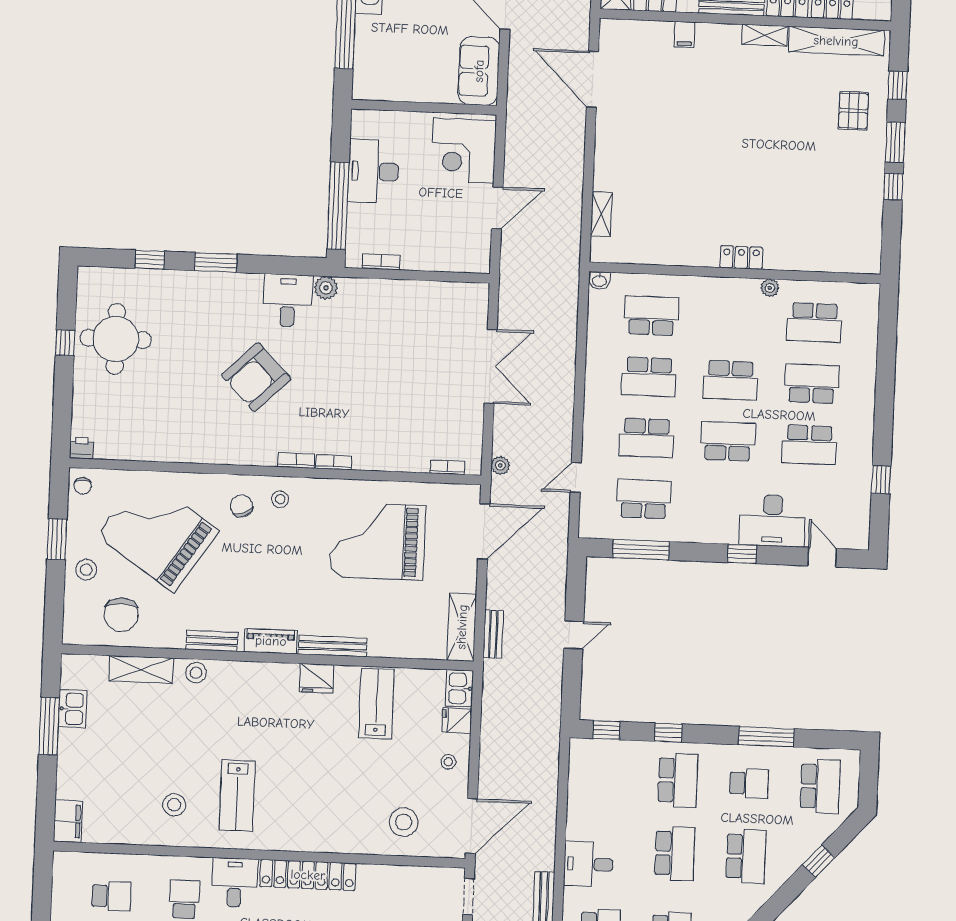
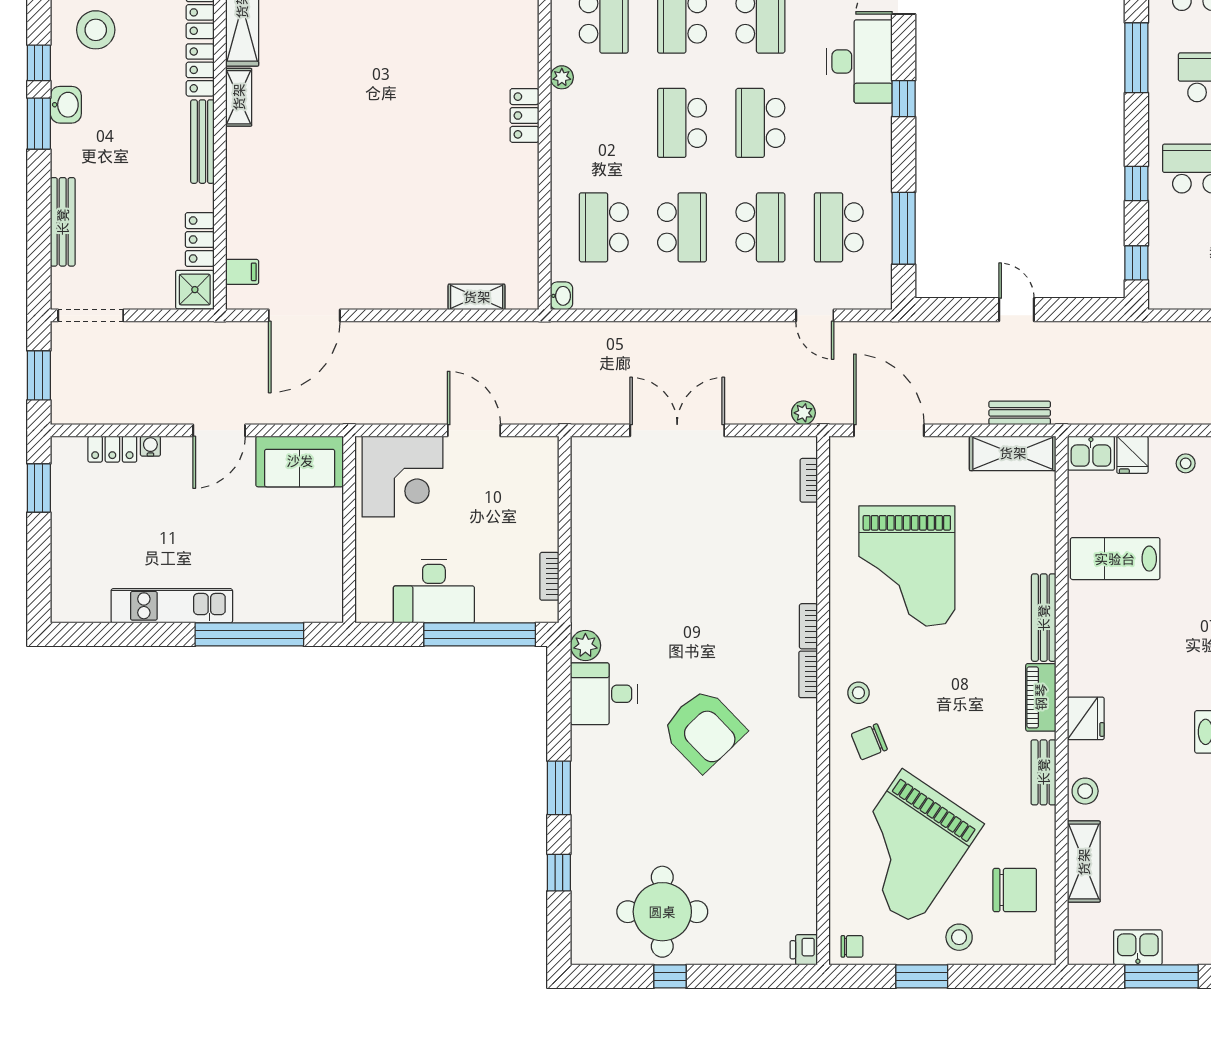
filing cabinet: (685, 35) -> (242, 272), moved
school desk: (730, 380) -> (682, 123), turned 180
fridge: (317, 678) -> (1086, 718), moved

